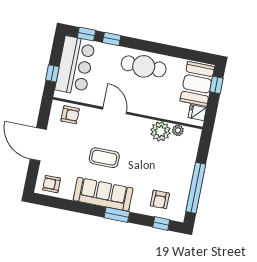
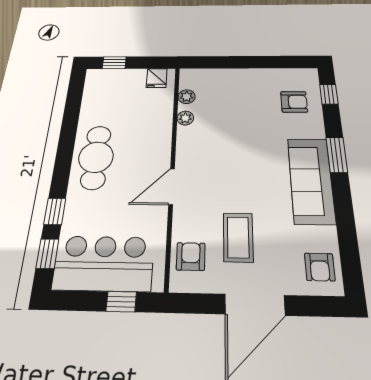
booth: (197, 84) -> (115, 85), removed
plant: (160, 131) -> (185, 118), width x0.53, depth x0.53
coffee table: (104, 158) -> (238, 237), moved
window: (196, 188) -> (264, 62), removed

